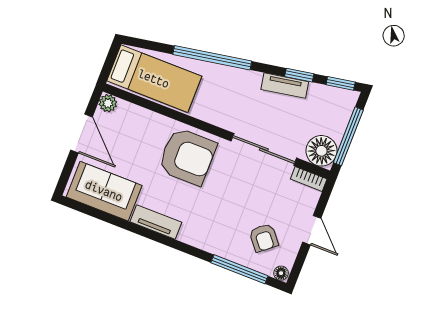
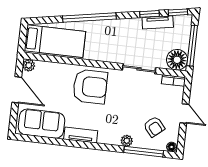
tv unit: (285, 86) -> (158, 22), moved
sliding door: (264, 150) -> (139, 69), width x0.73
plant: (219, 247) -> (127, 141), added

